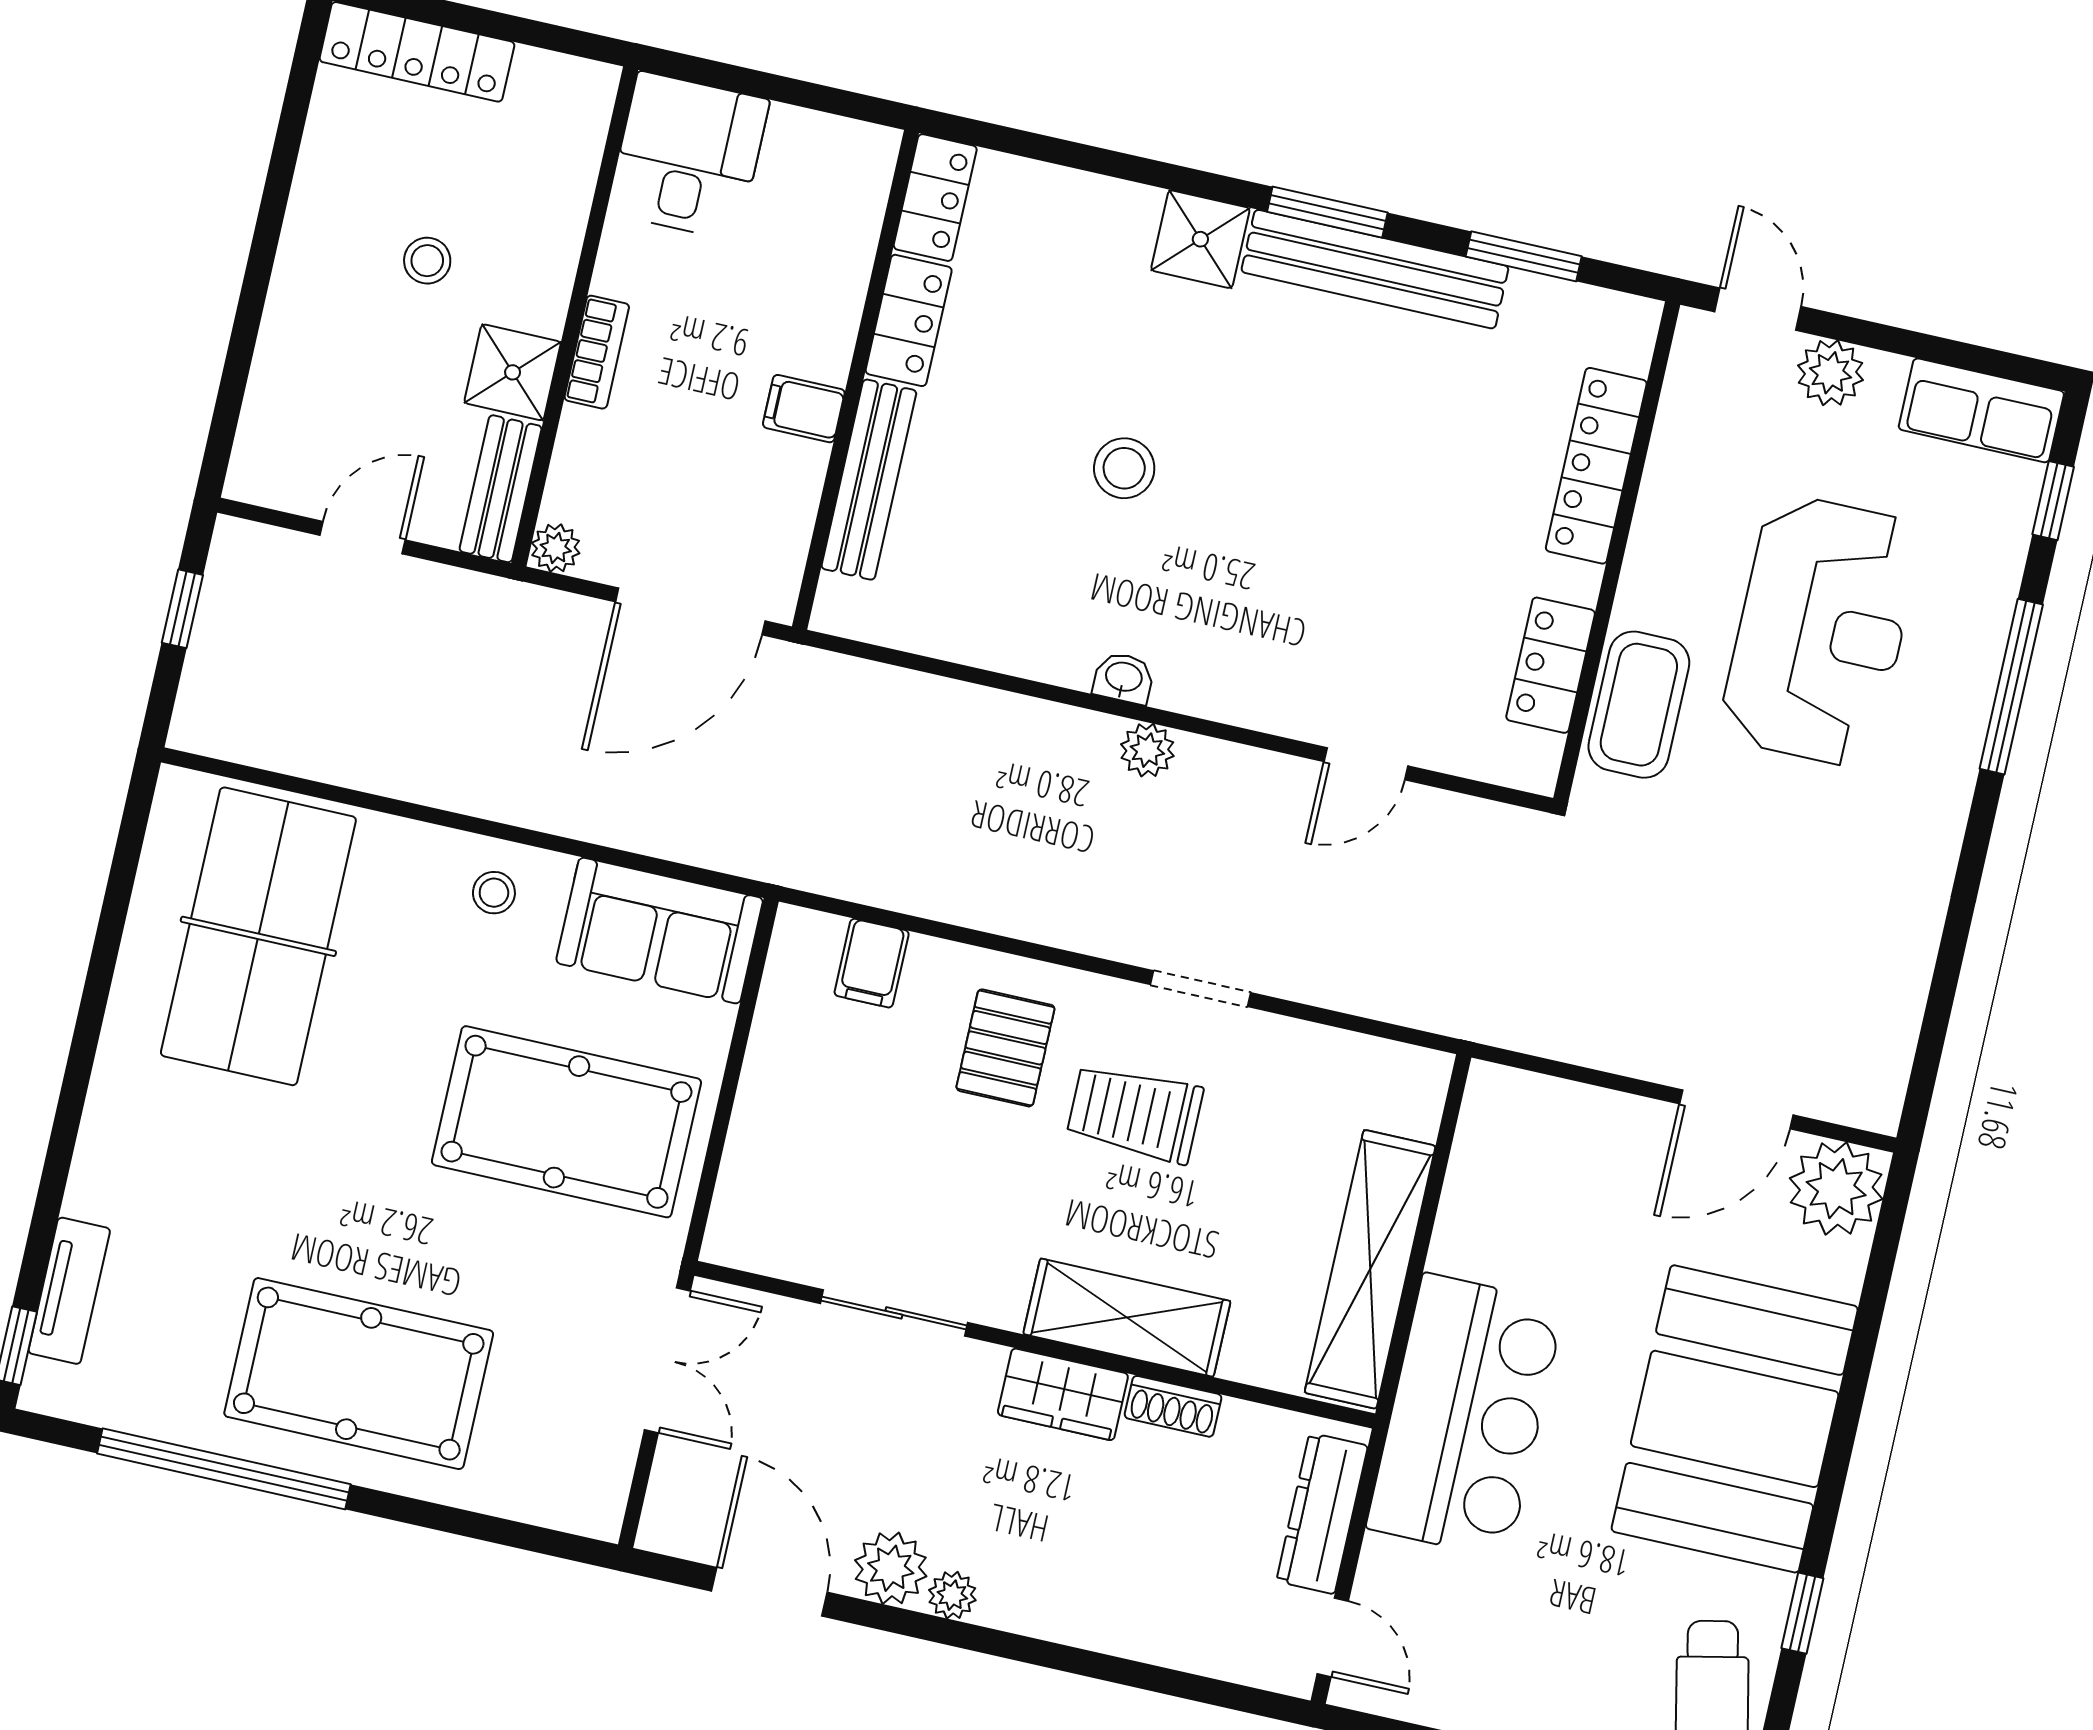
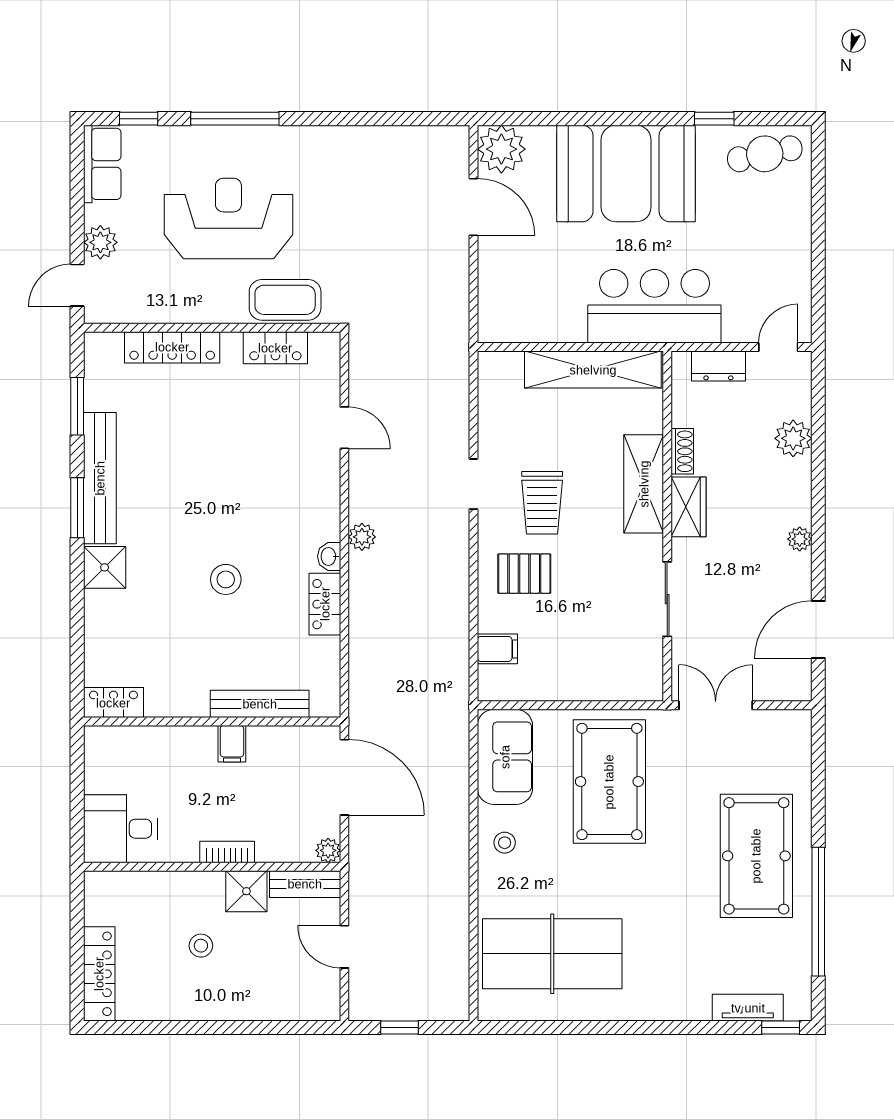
locker: (909, 320) -> (325, 604), moved, turned -90
dresser: (1322, 1513) -> (718, 366), width x0.70
plant: (891, 1568) -> (793, 438), moved

